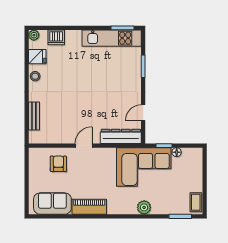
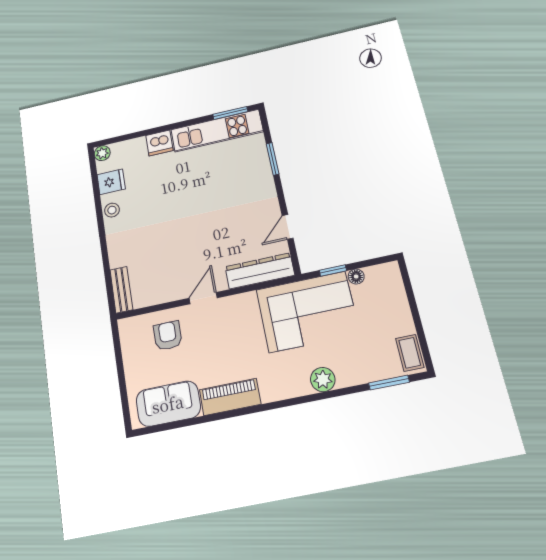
dishwasher: (56, 37) -> (159, 143), moved
bench: (34, 116) -> (121, 290), moved

